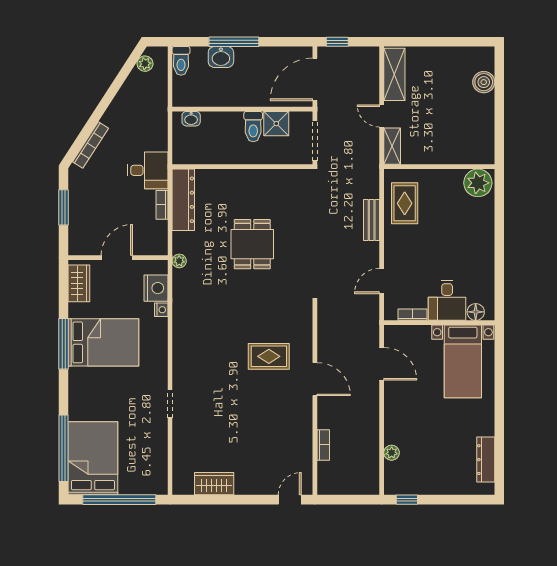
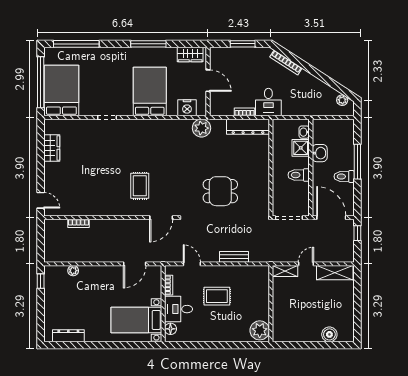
washbasin: (221, 57) -> (320, 153), moved, turned 180
toilet: (181, 61) -> (344, 176), moved
shower: (276, 124) -> (301, 148), moved
rug: (405, 203) -> (217, 296), moved
dining table: (252, 244) -> (220, 191), moved
plant: (179, 261) -> (201, 128), width x1.88, depth x1.88
nightstand: (161, 310) -> (172, 111), removed
bed: (103, 342) -> (150, 92), moved, turned 180
door: (315, 379) -> (161, 218), moved
bed: (93, 458) -> (61, 91), moved, turned -90

